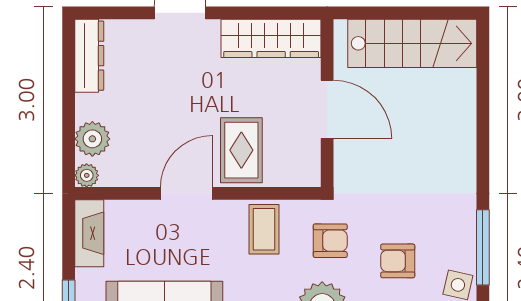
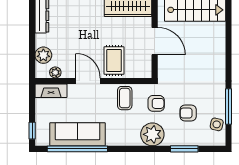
plant: (87, 175) -> (55, 72), moved
door: (186, 193) -> (88, 81), hinge flipped
fireplace: (89, 233) -> (51, 91), moved, turned 90

